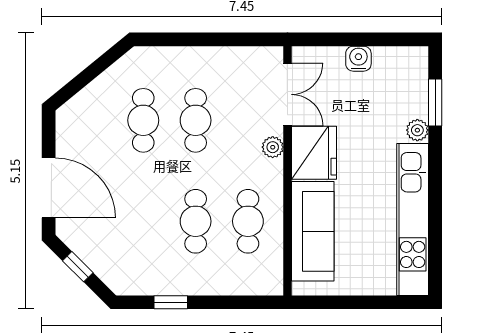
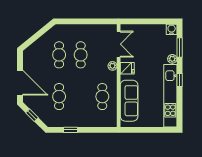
water cooler: (358, 59) -> (172, 29), moved
fridge: (314, 153) -> (127, 68), width x0.53, depth x0.75
window: (435, 181) -> (180, 80), added
cafe table: (196, 221) -> (59, 97), moved

